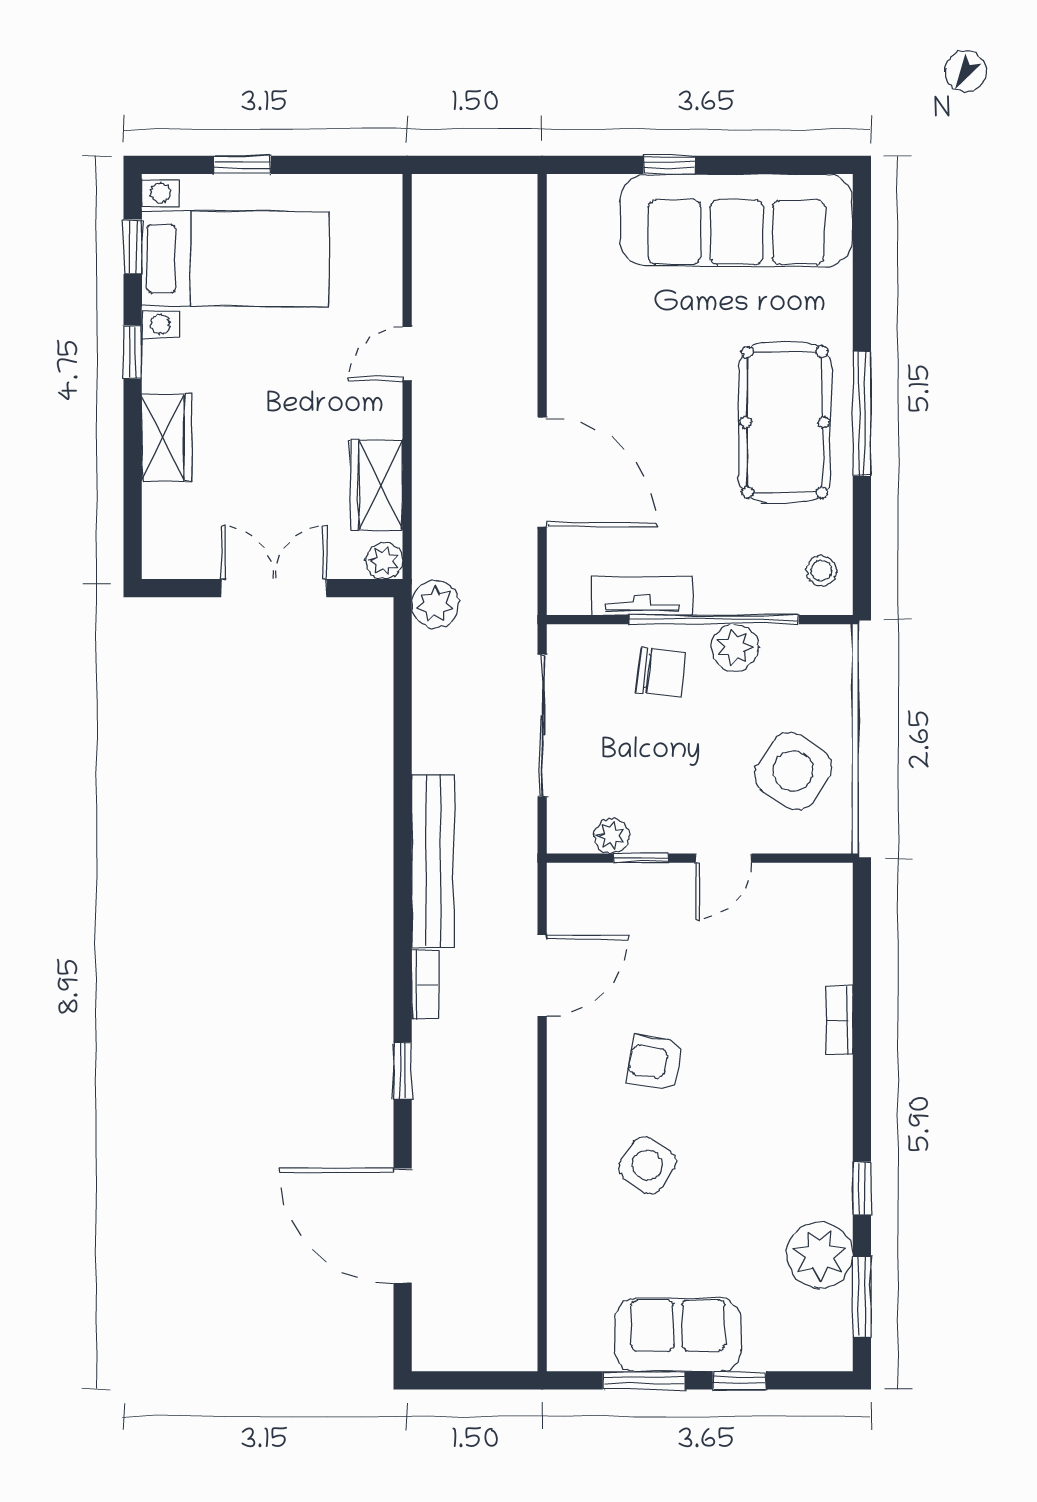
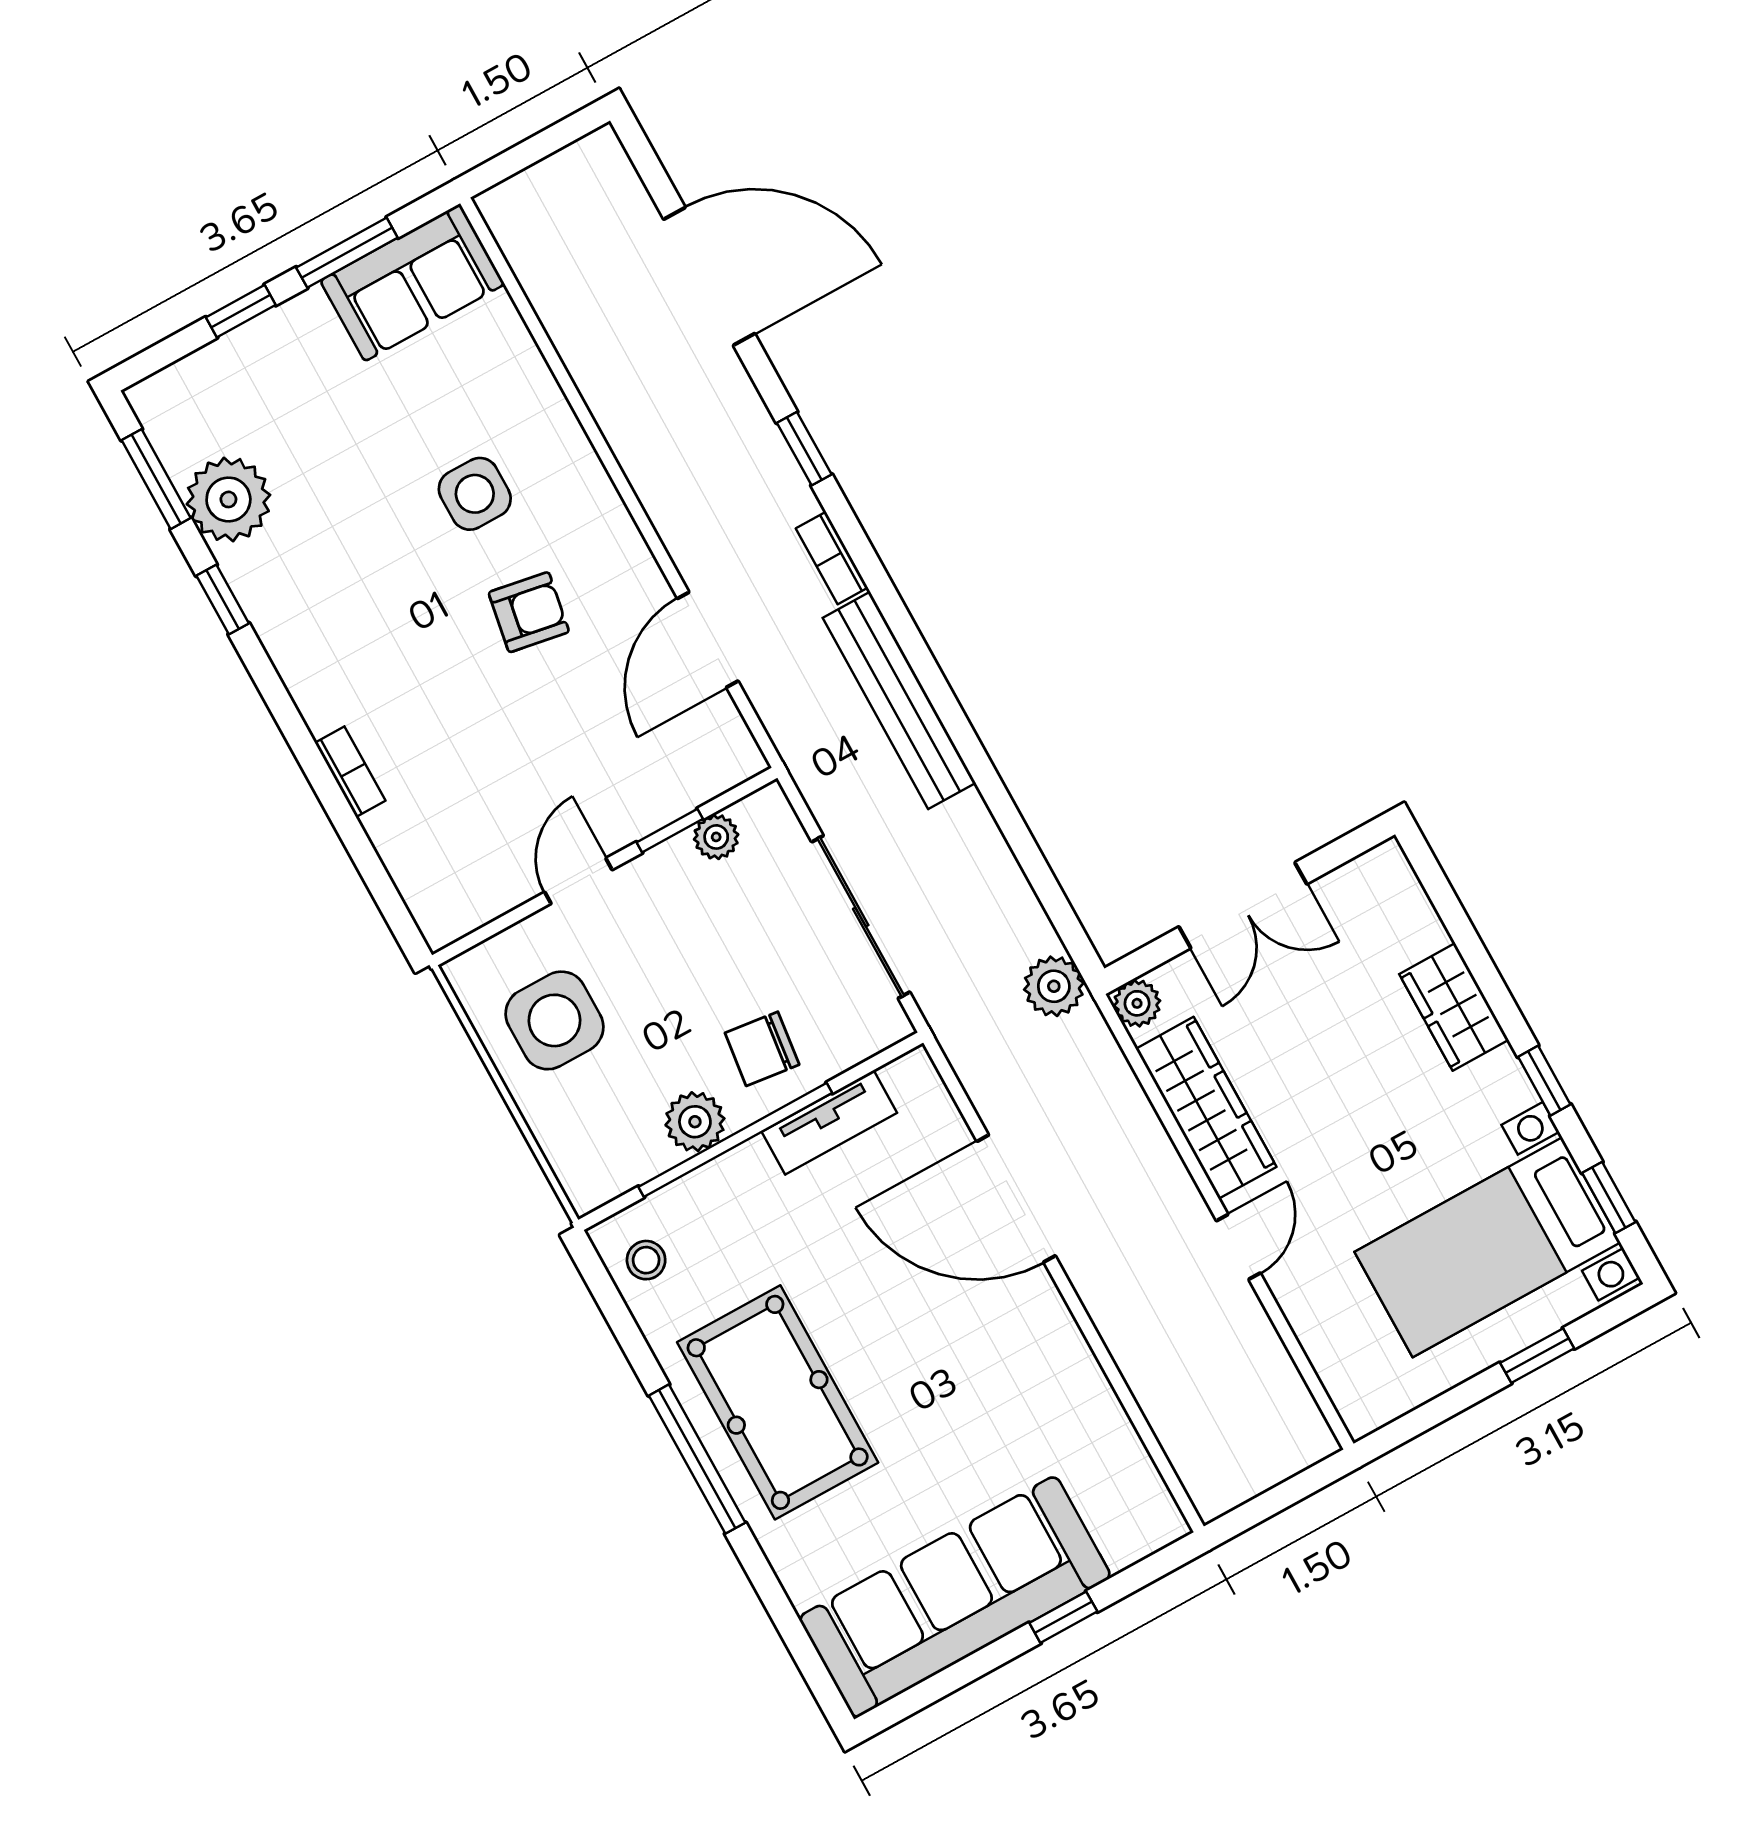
wardrobe: (376, 485) -> (1206, 1108), width x1.50
side table: (793, 771) -> (554, 1020), turned -33
side table: (647, 1165) -> (475, 494), turned -34
sofa: (678, 1335) -> (412, 282), moved

